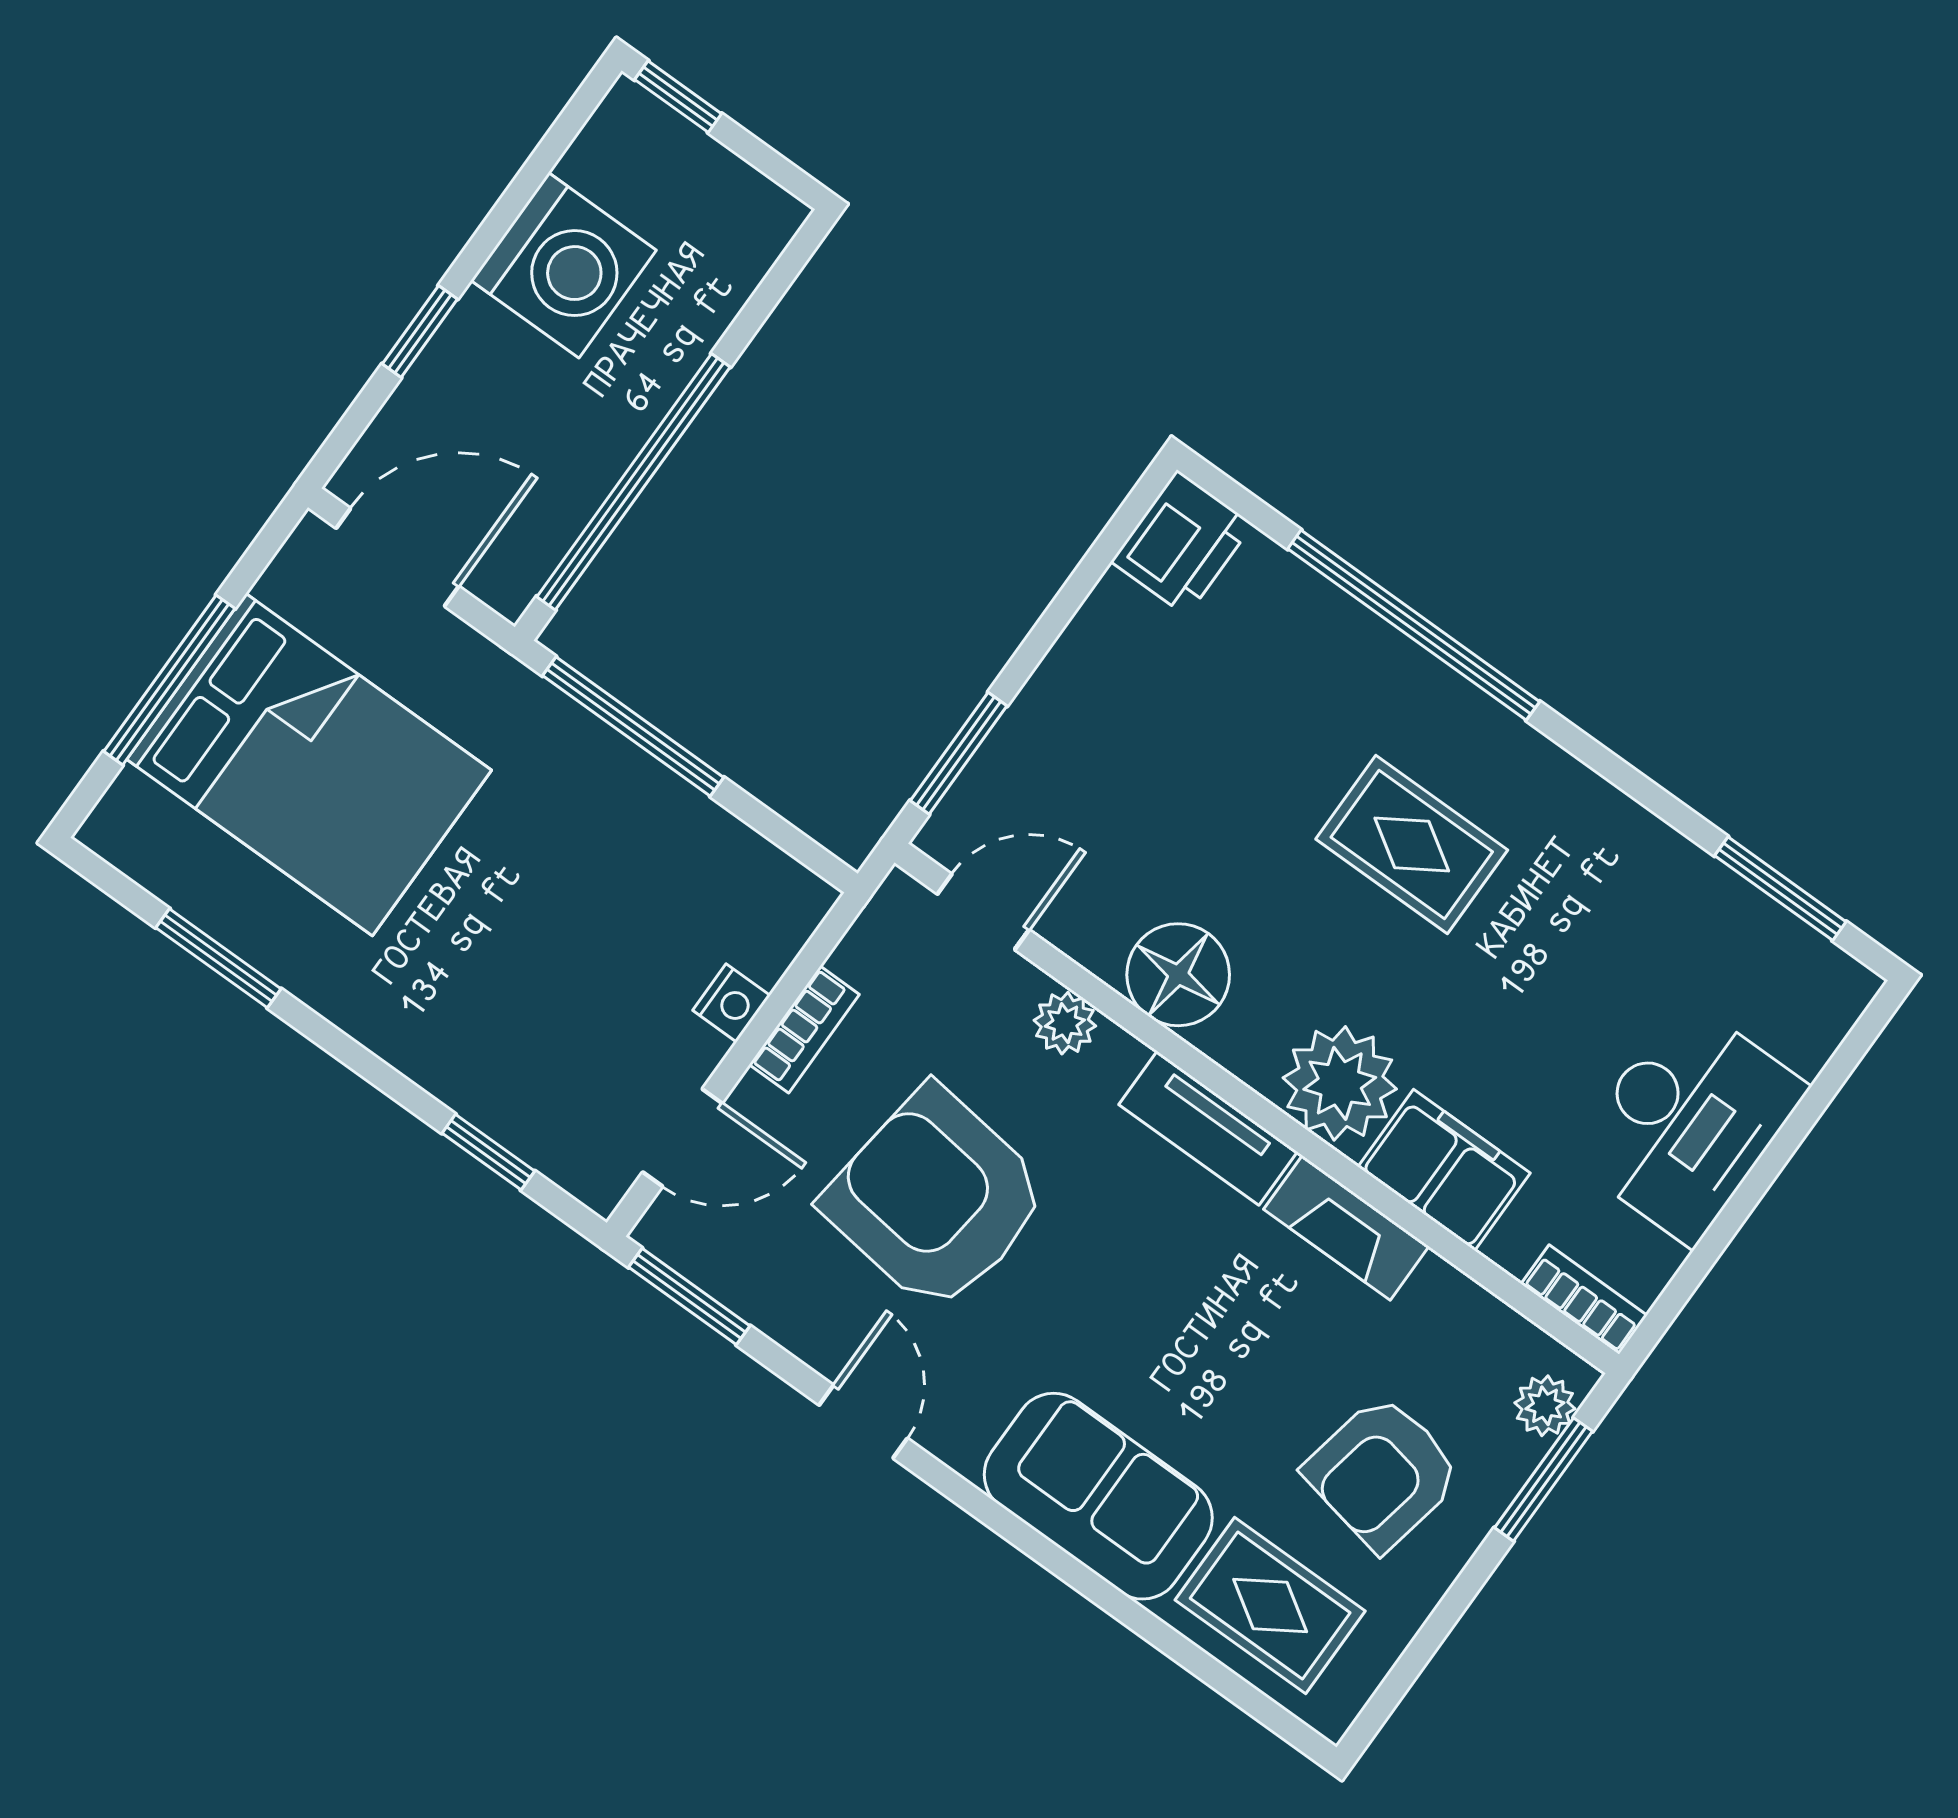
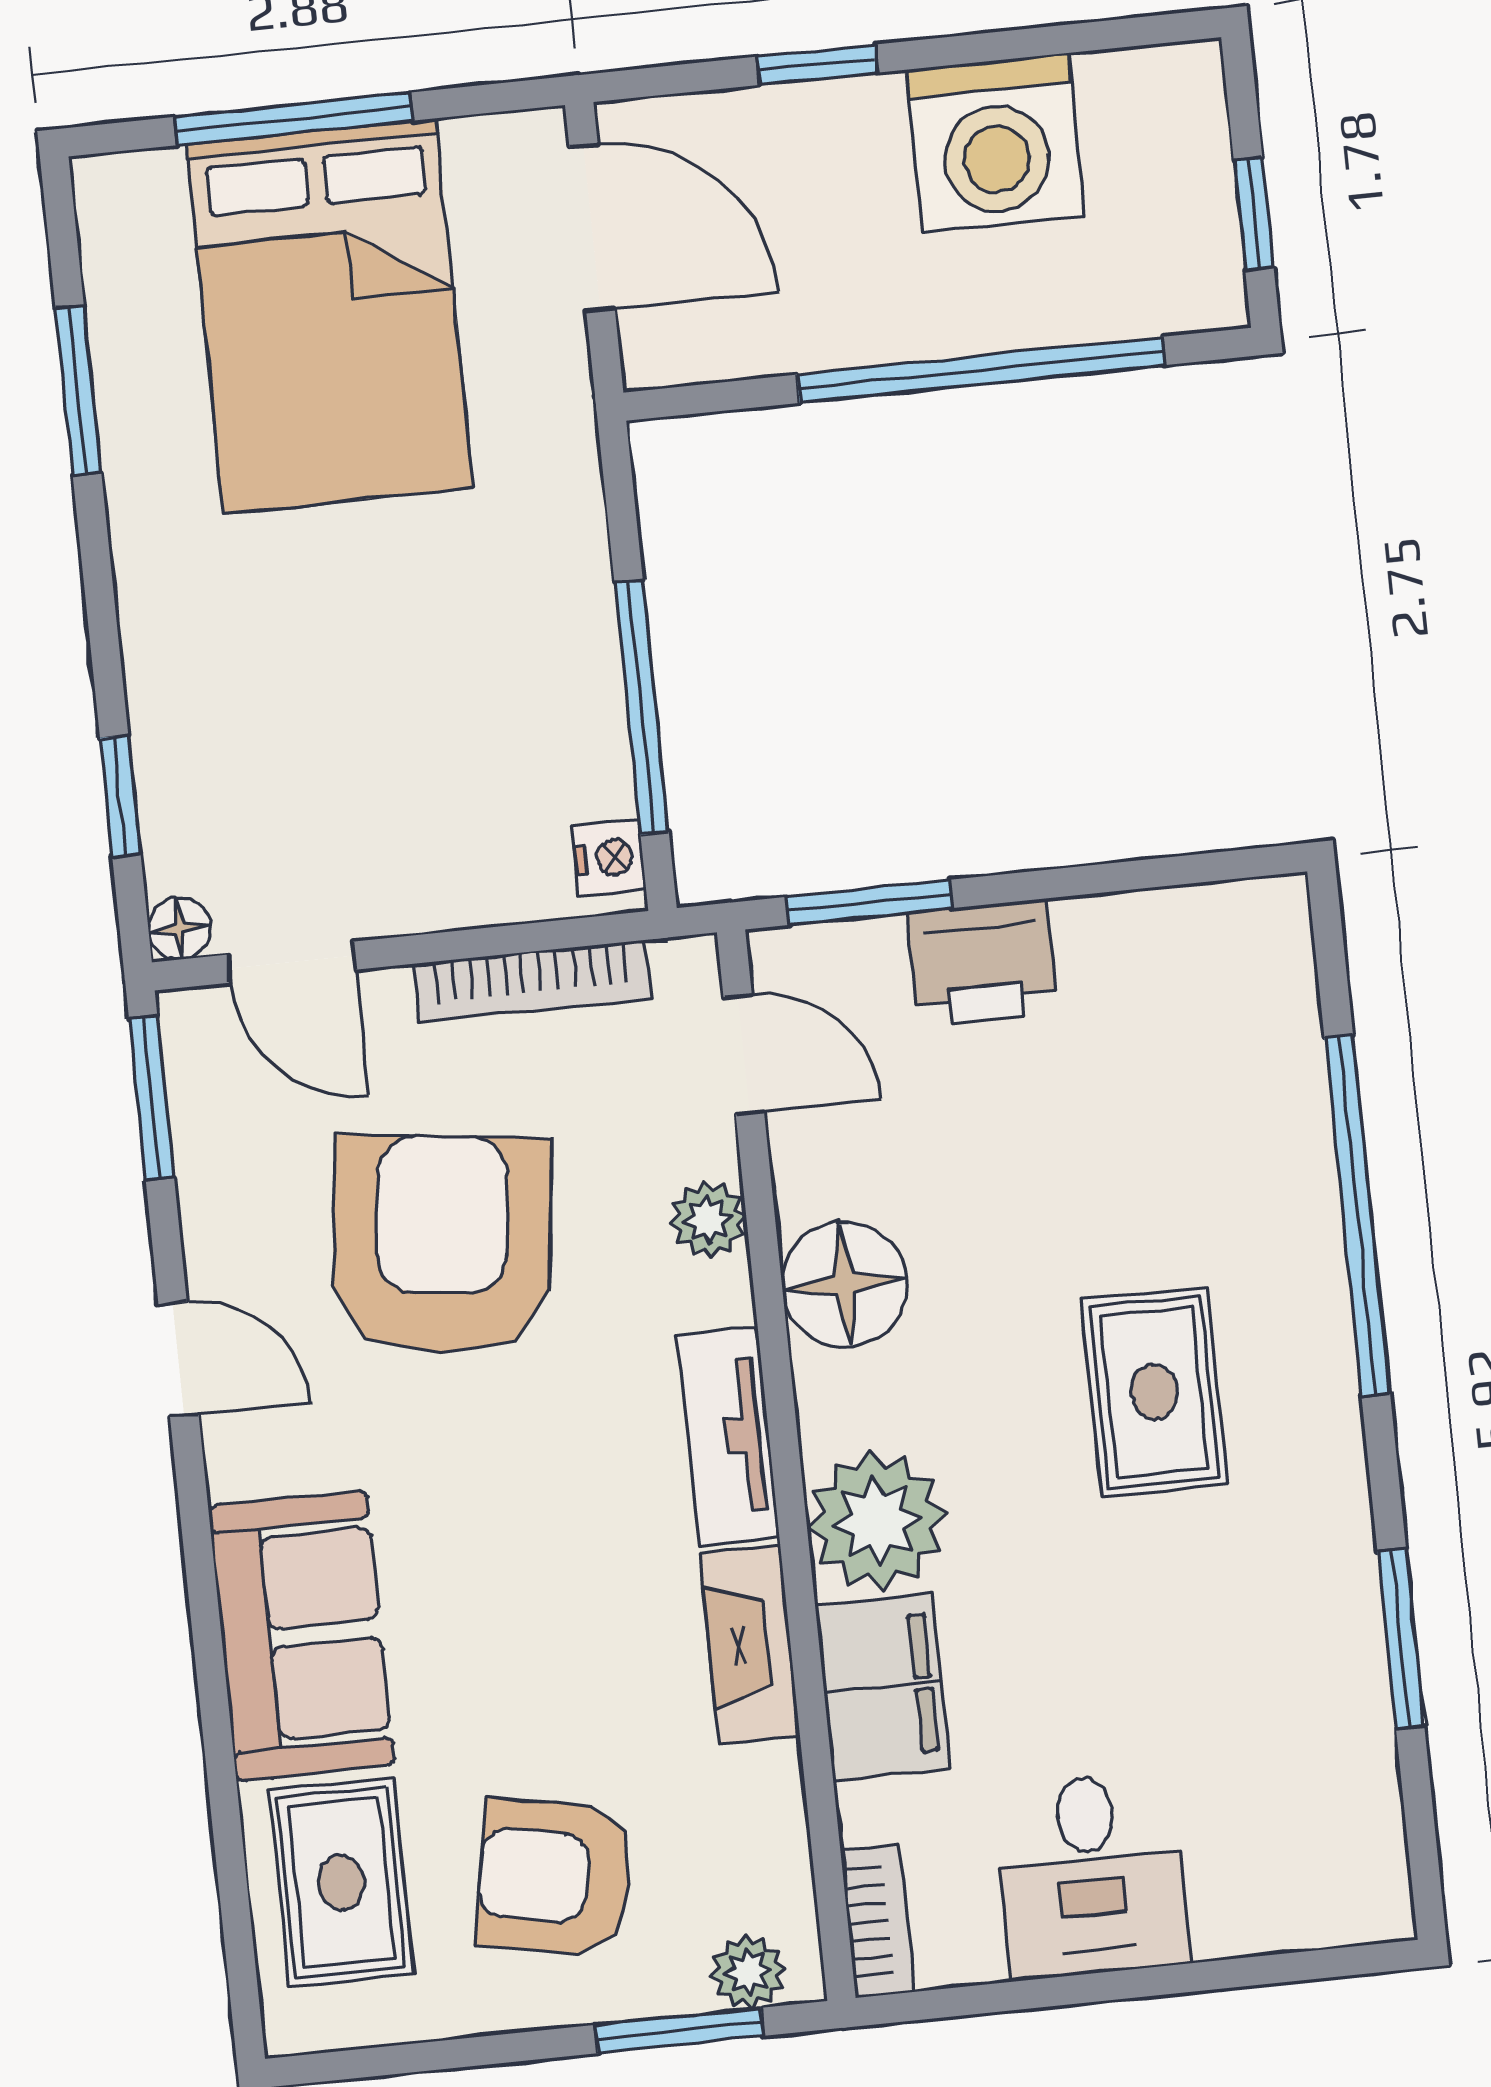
window: (678, 97) -> (1254, 214), moved
window: (633, 482) -> (981, 370), moved
printer: (1182, 543) -> (982, 963), moved
window: (633, 727) -> (642, 707), moved
window: (1780, 889) -> (1401, 1639), moved
nightstand: (731, 1003) -> (609, 858), moved, turned -90
bookcase: (804, 1029) -> (532, 981), width x1.56
desk: (1688, 1122) -> (1091, 1875), width x0.73
floor lamp: (601, 1188) -> (179, 928), added
door: (863, 1422) -> (178, 1359), hinge flipped

